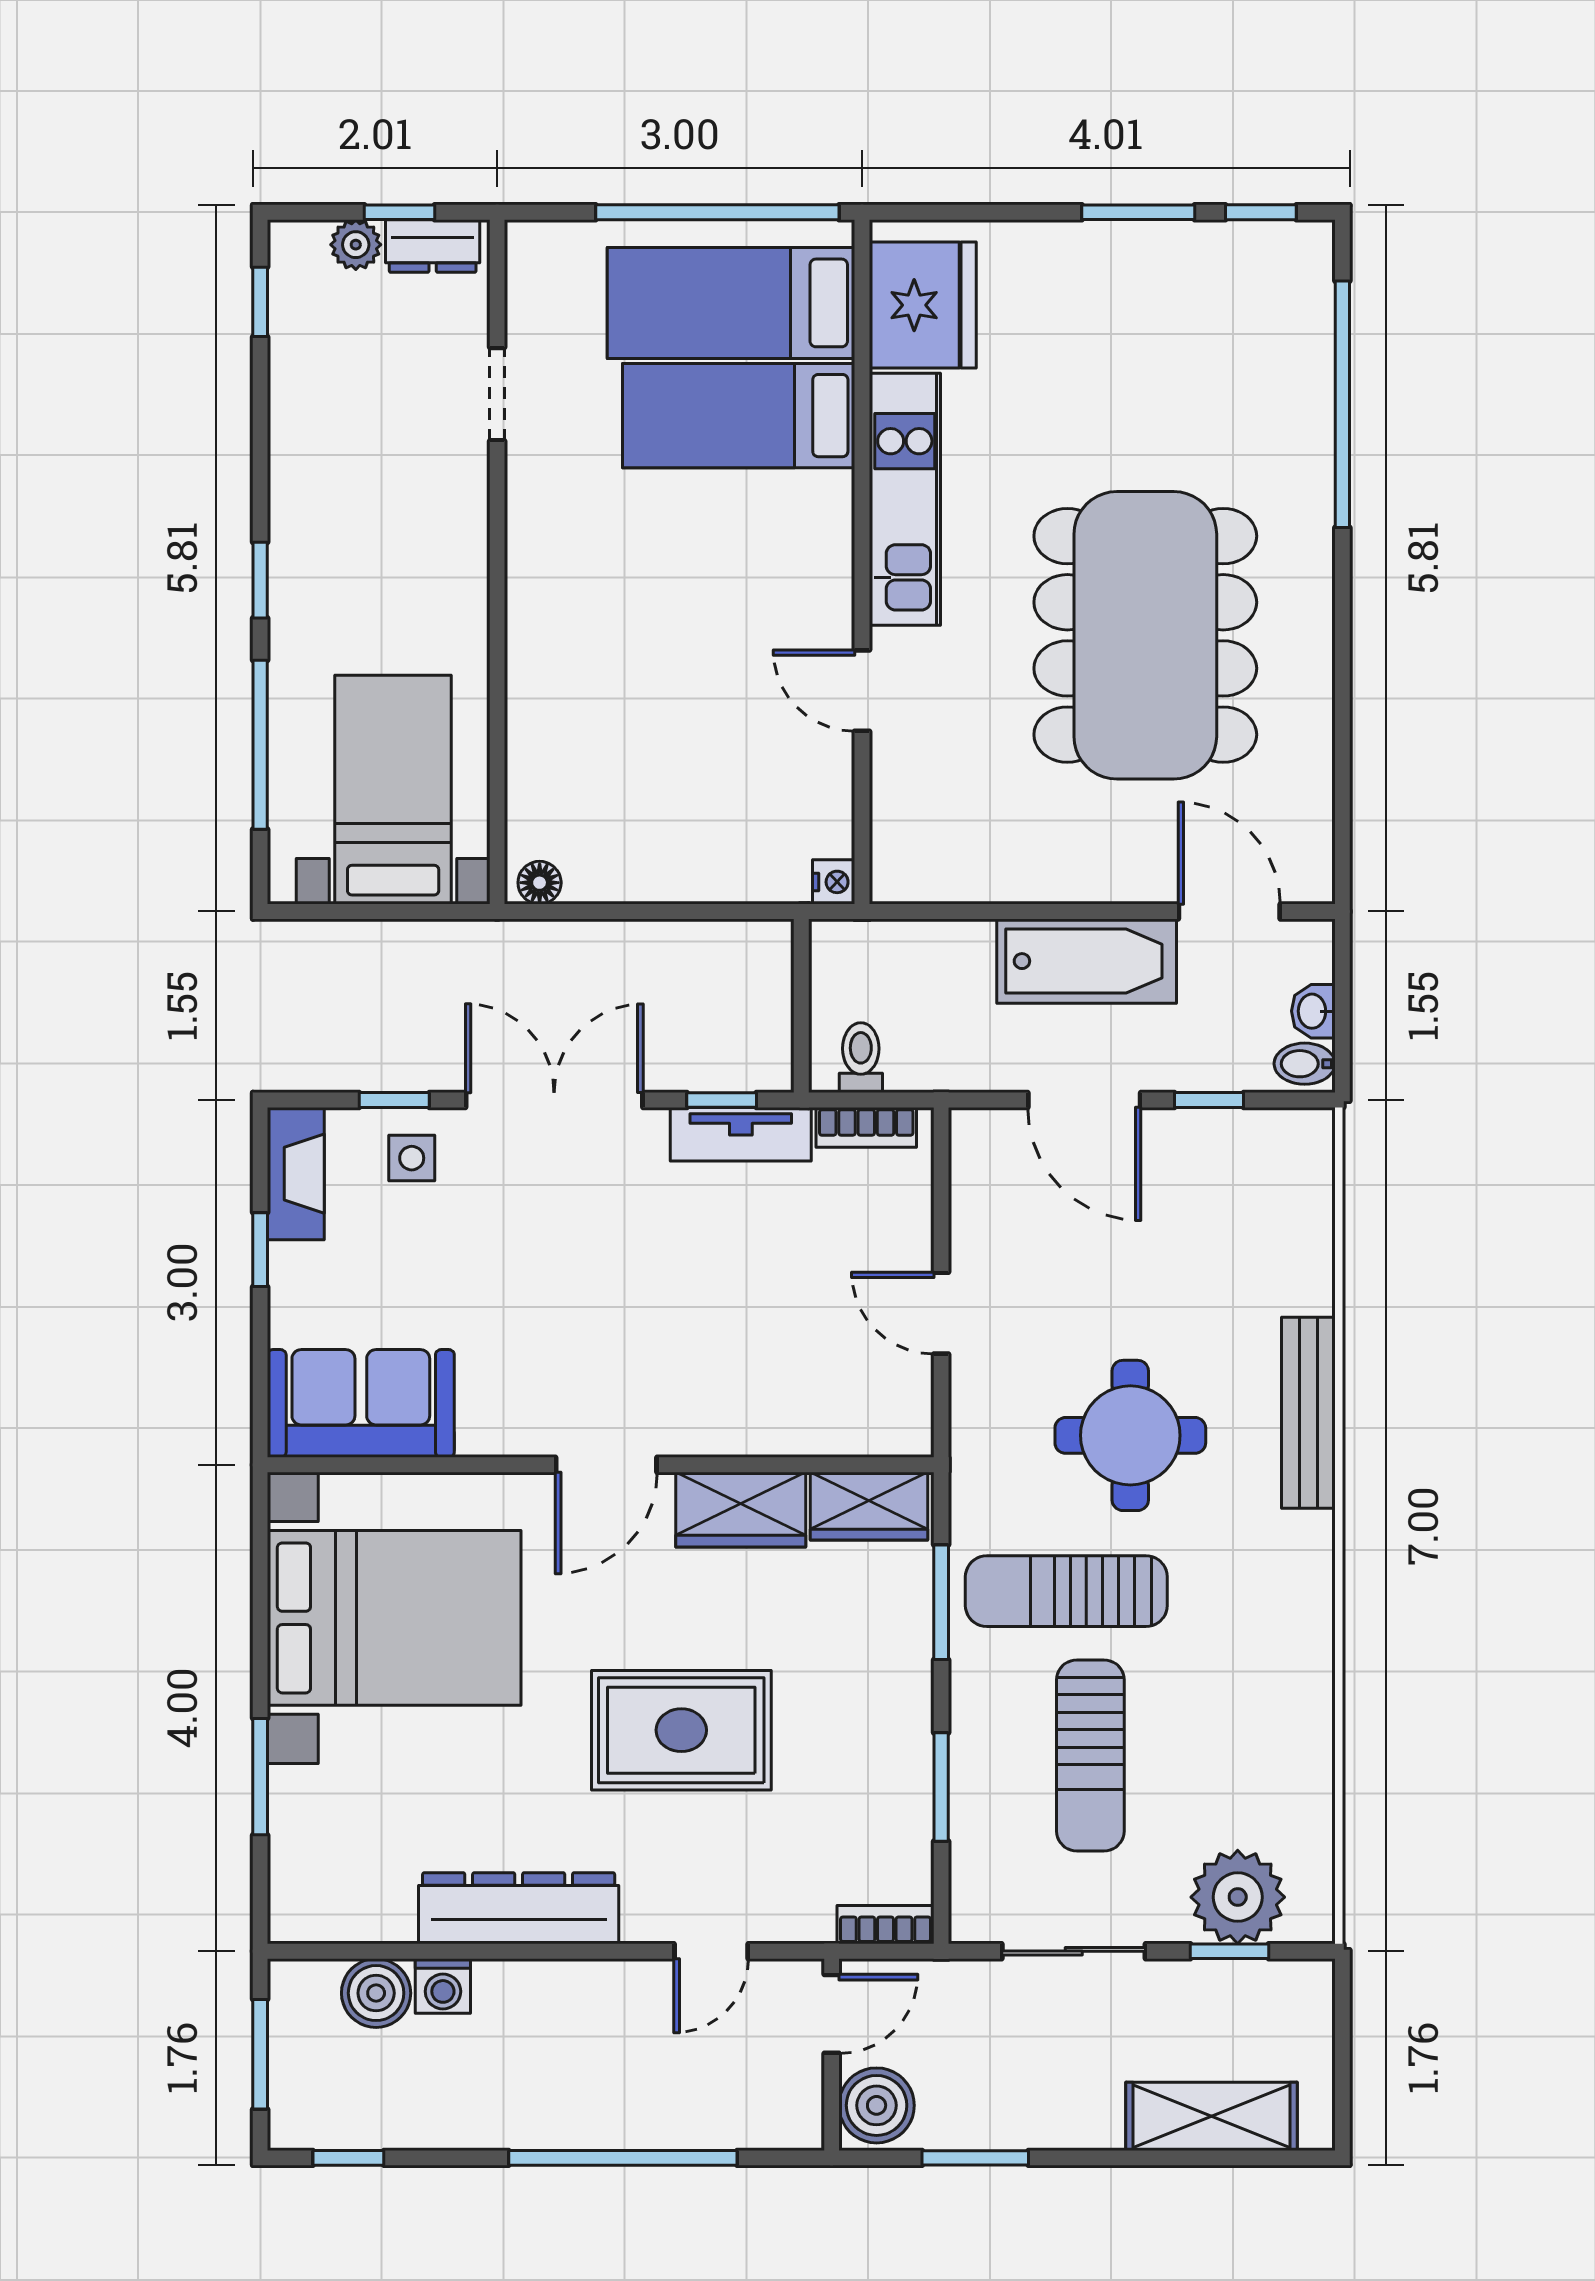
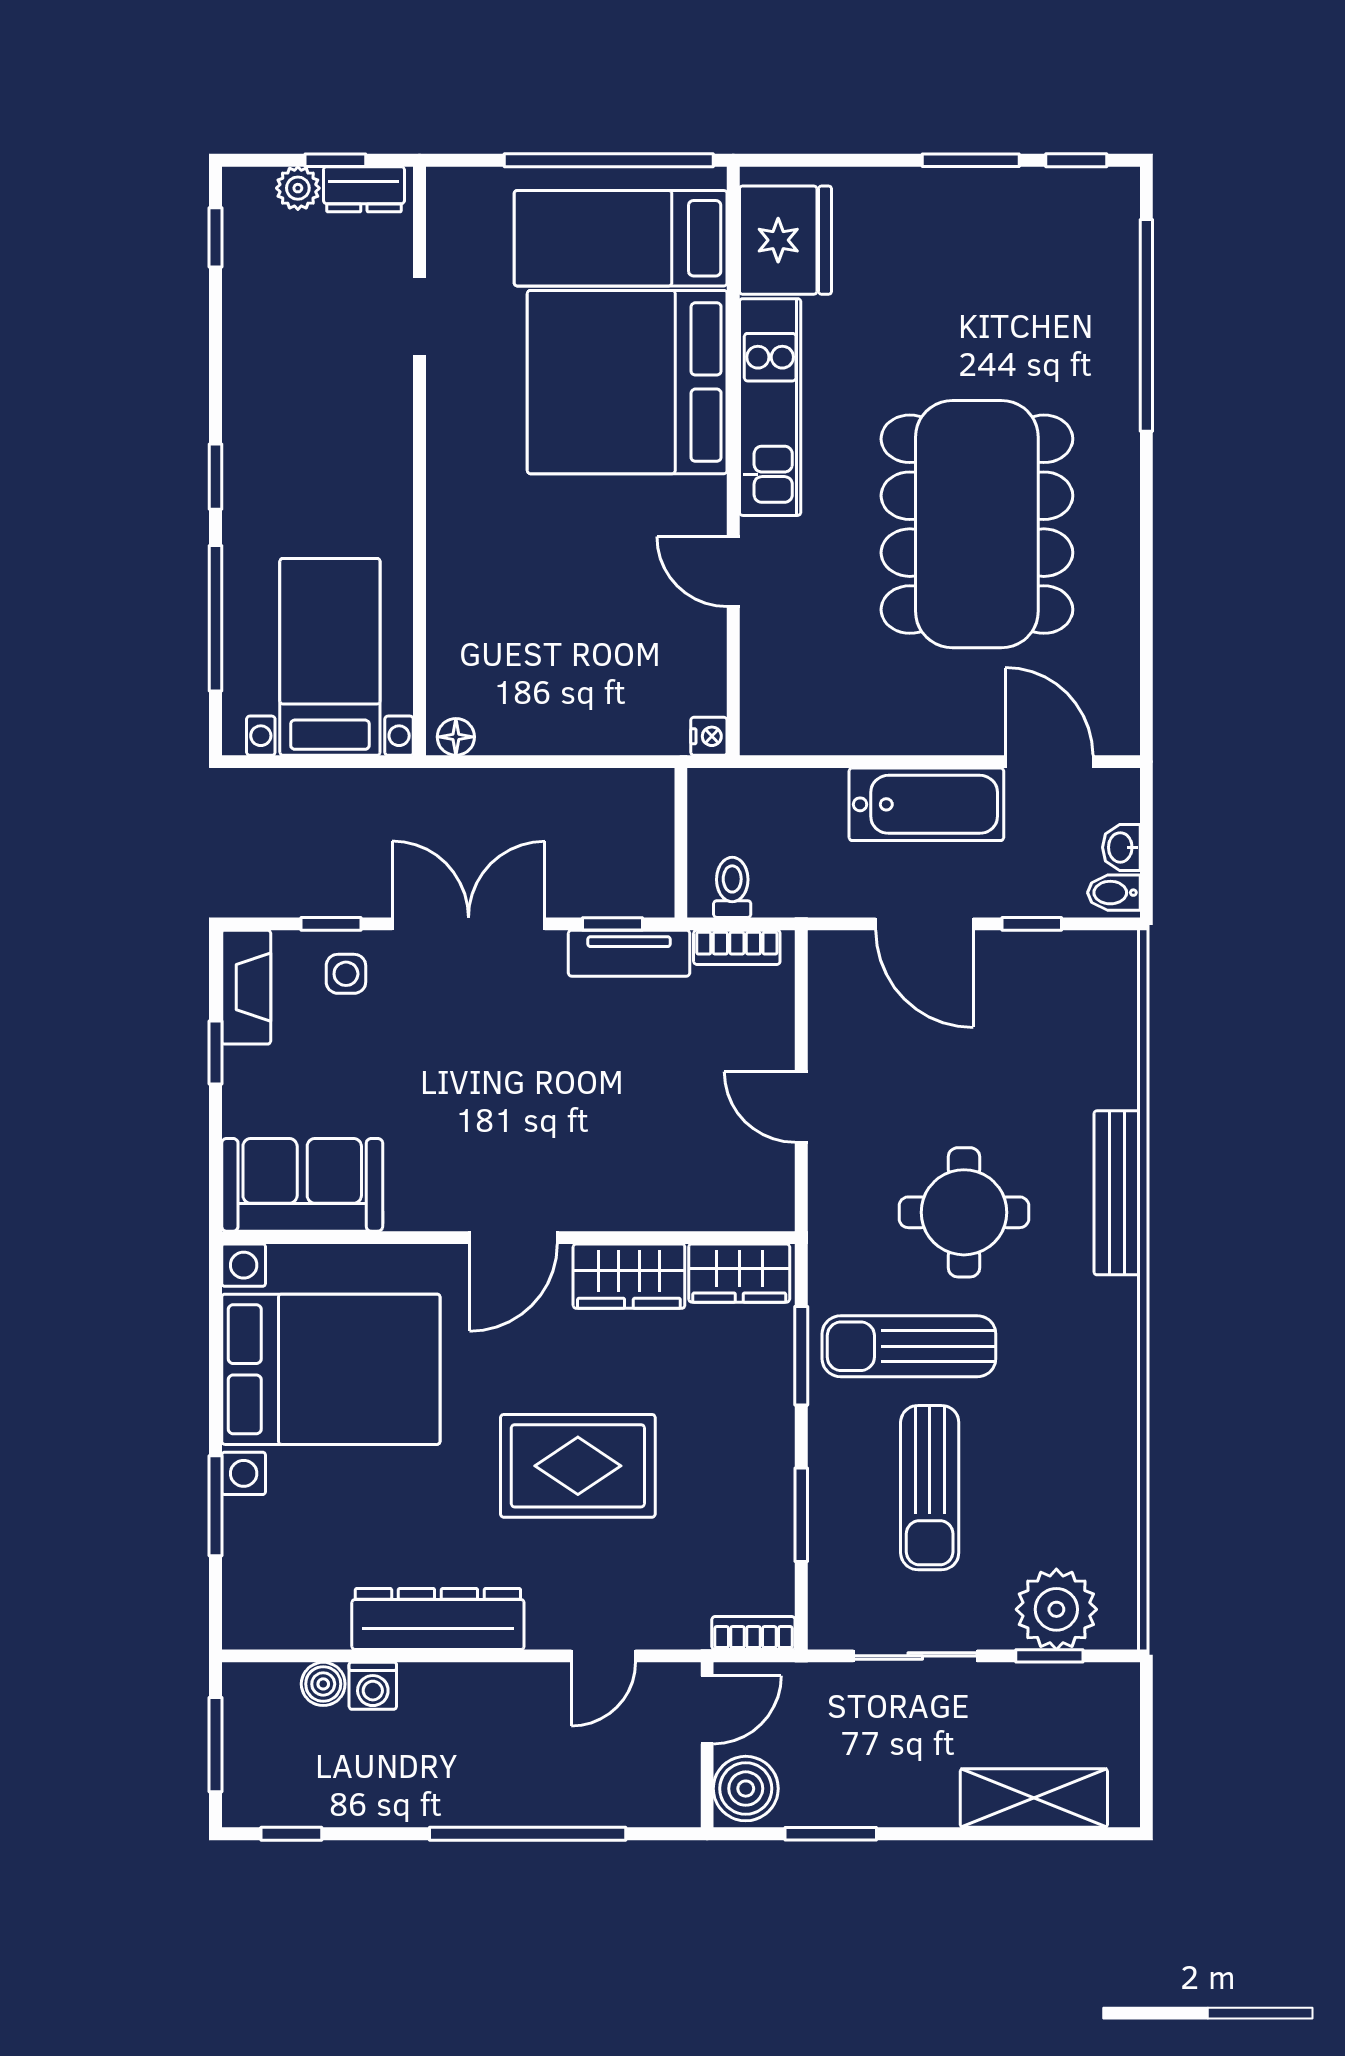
bed: (739, 416) -> (627, 382), width x2.04
boiler: (376, 1993) -> (323, 1684), width x0.73, depth x0.73

